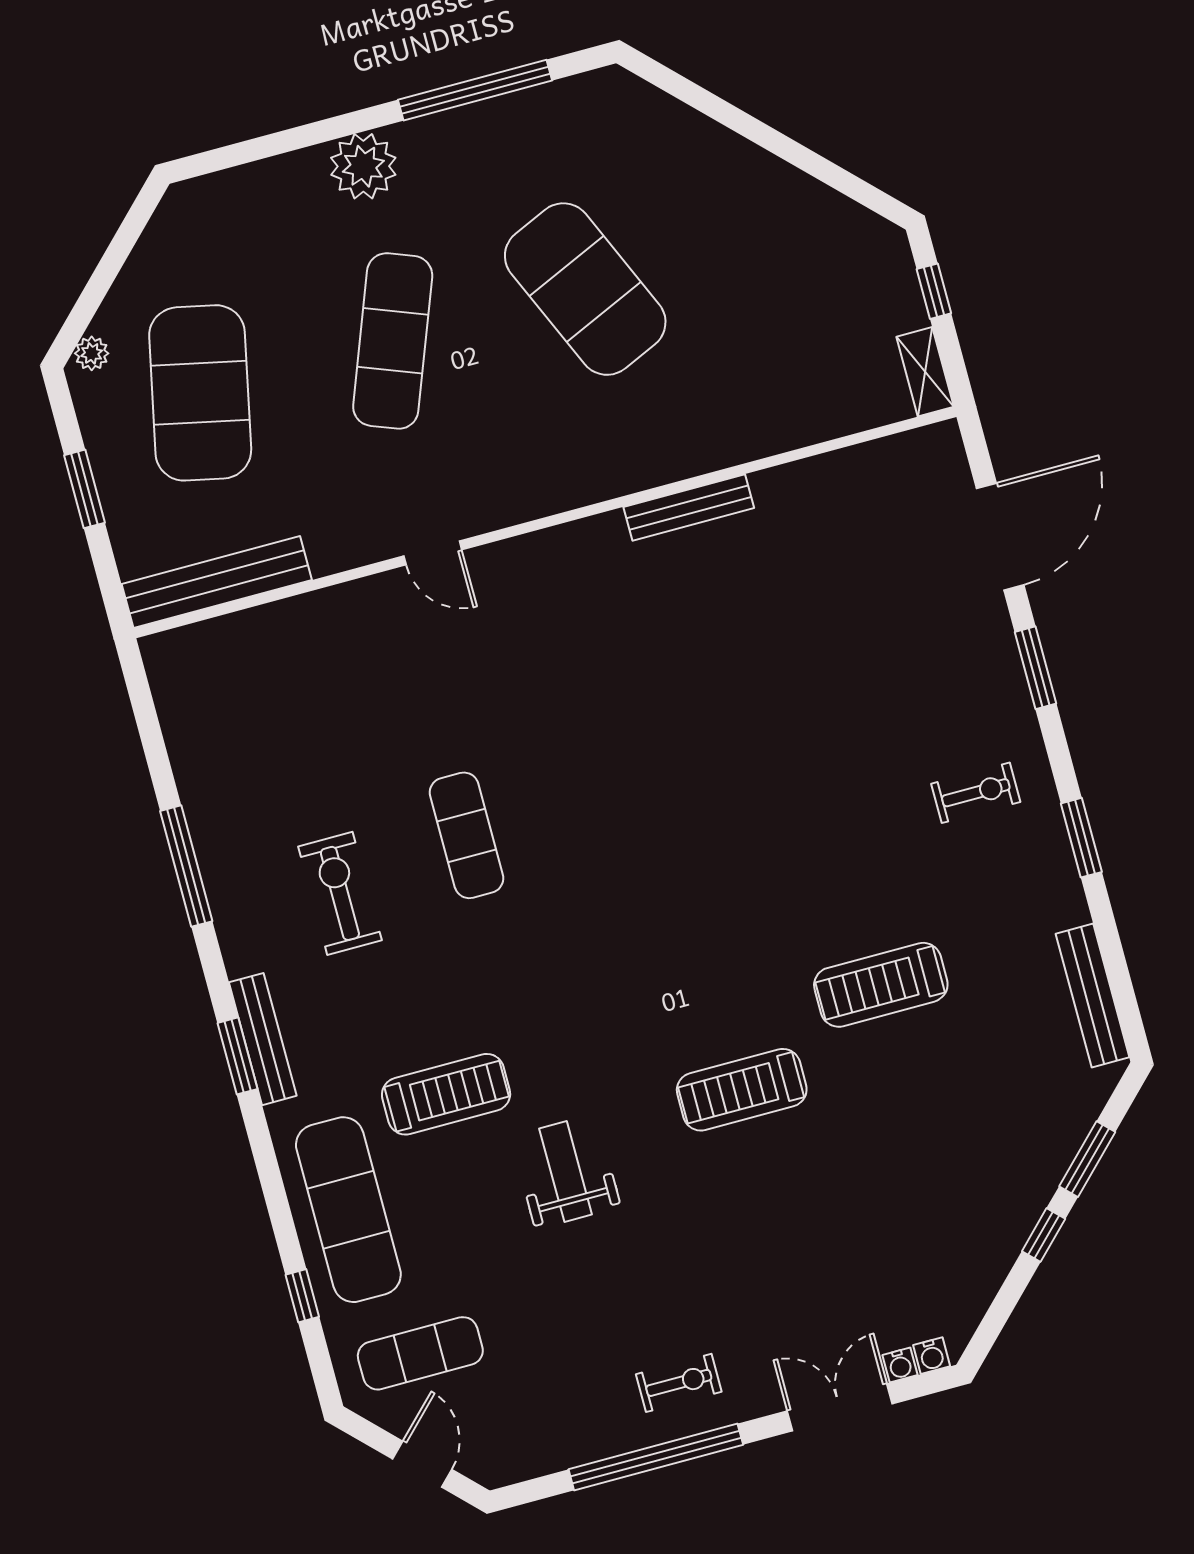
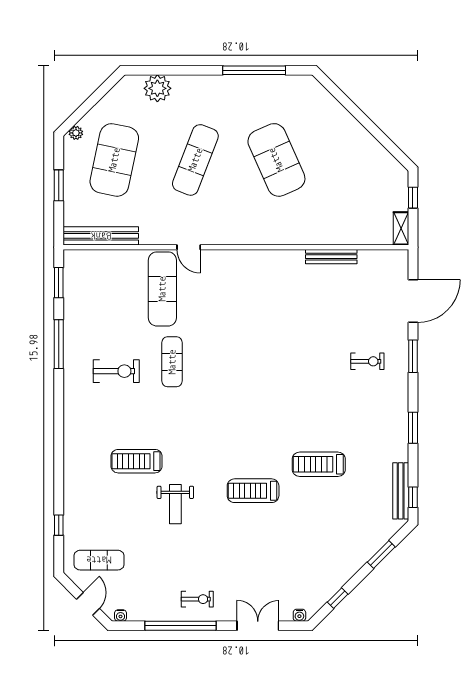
plant: (363, 166) -> (157, 88), moved
bench: (689, 507) -> (331, 257), moved
exercise bike: (976, 793) -> (367, 361), moved
exercise bike: (340, 893) -> (116, 371), turned 90
window: (1126, 1003) -> (413, 497), added
bench: (263, 1039) -> (70, 420), removed
window: (238, 1056) -> (59, 283), moved
treadmill: (446, 1094) -> (137, 461), turned 180
weight bench: (566, 1172) -> (175, 504), turned 180
exercise mat: (348, 1210) -> (162, 289), moved
window: (1044, 1235) -> (338, 598), moved
water cooler: (900, 1365) -> (121, 615), moved

